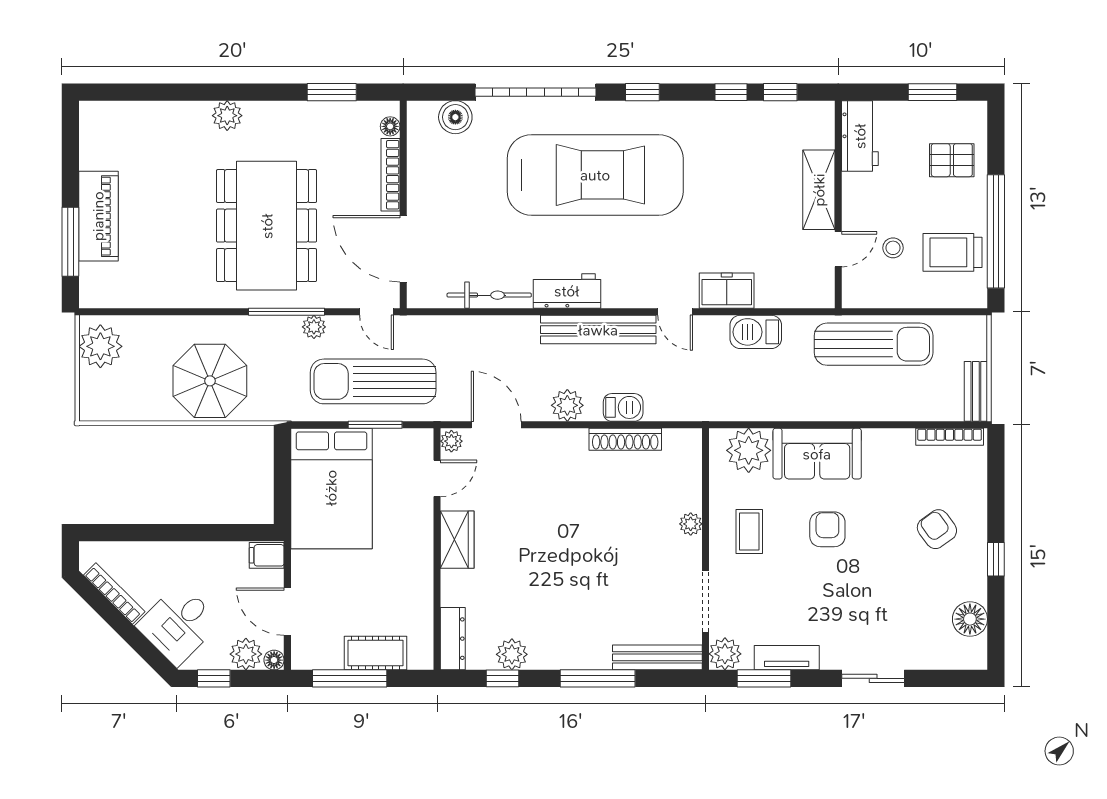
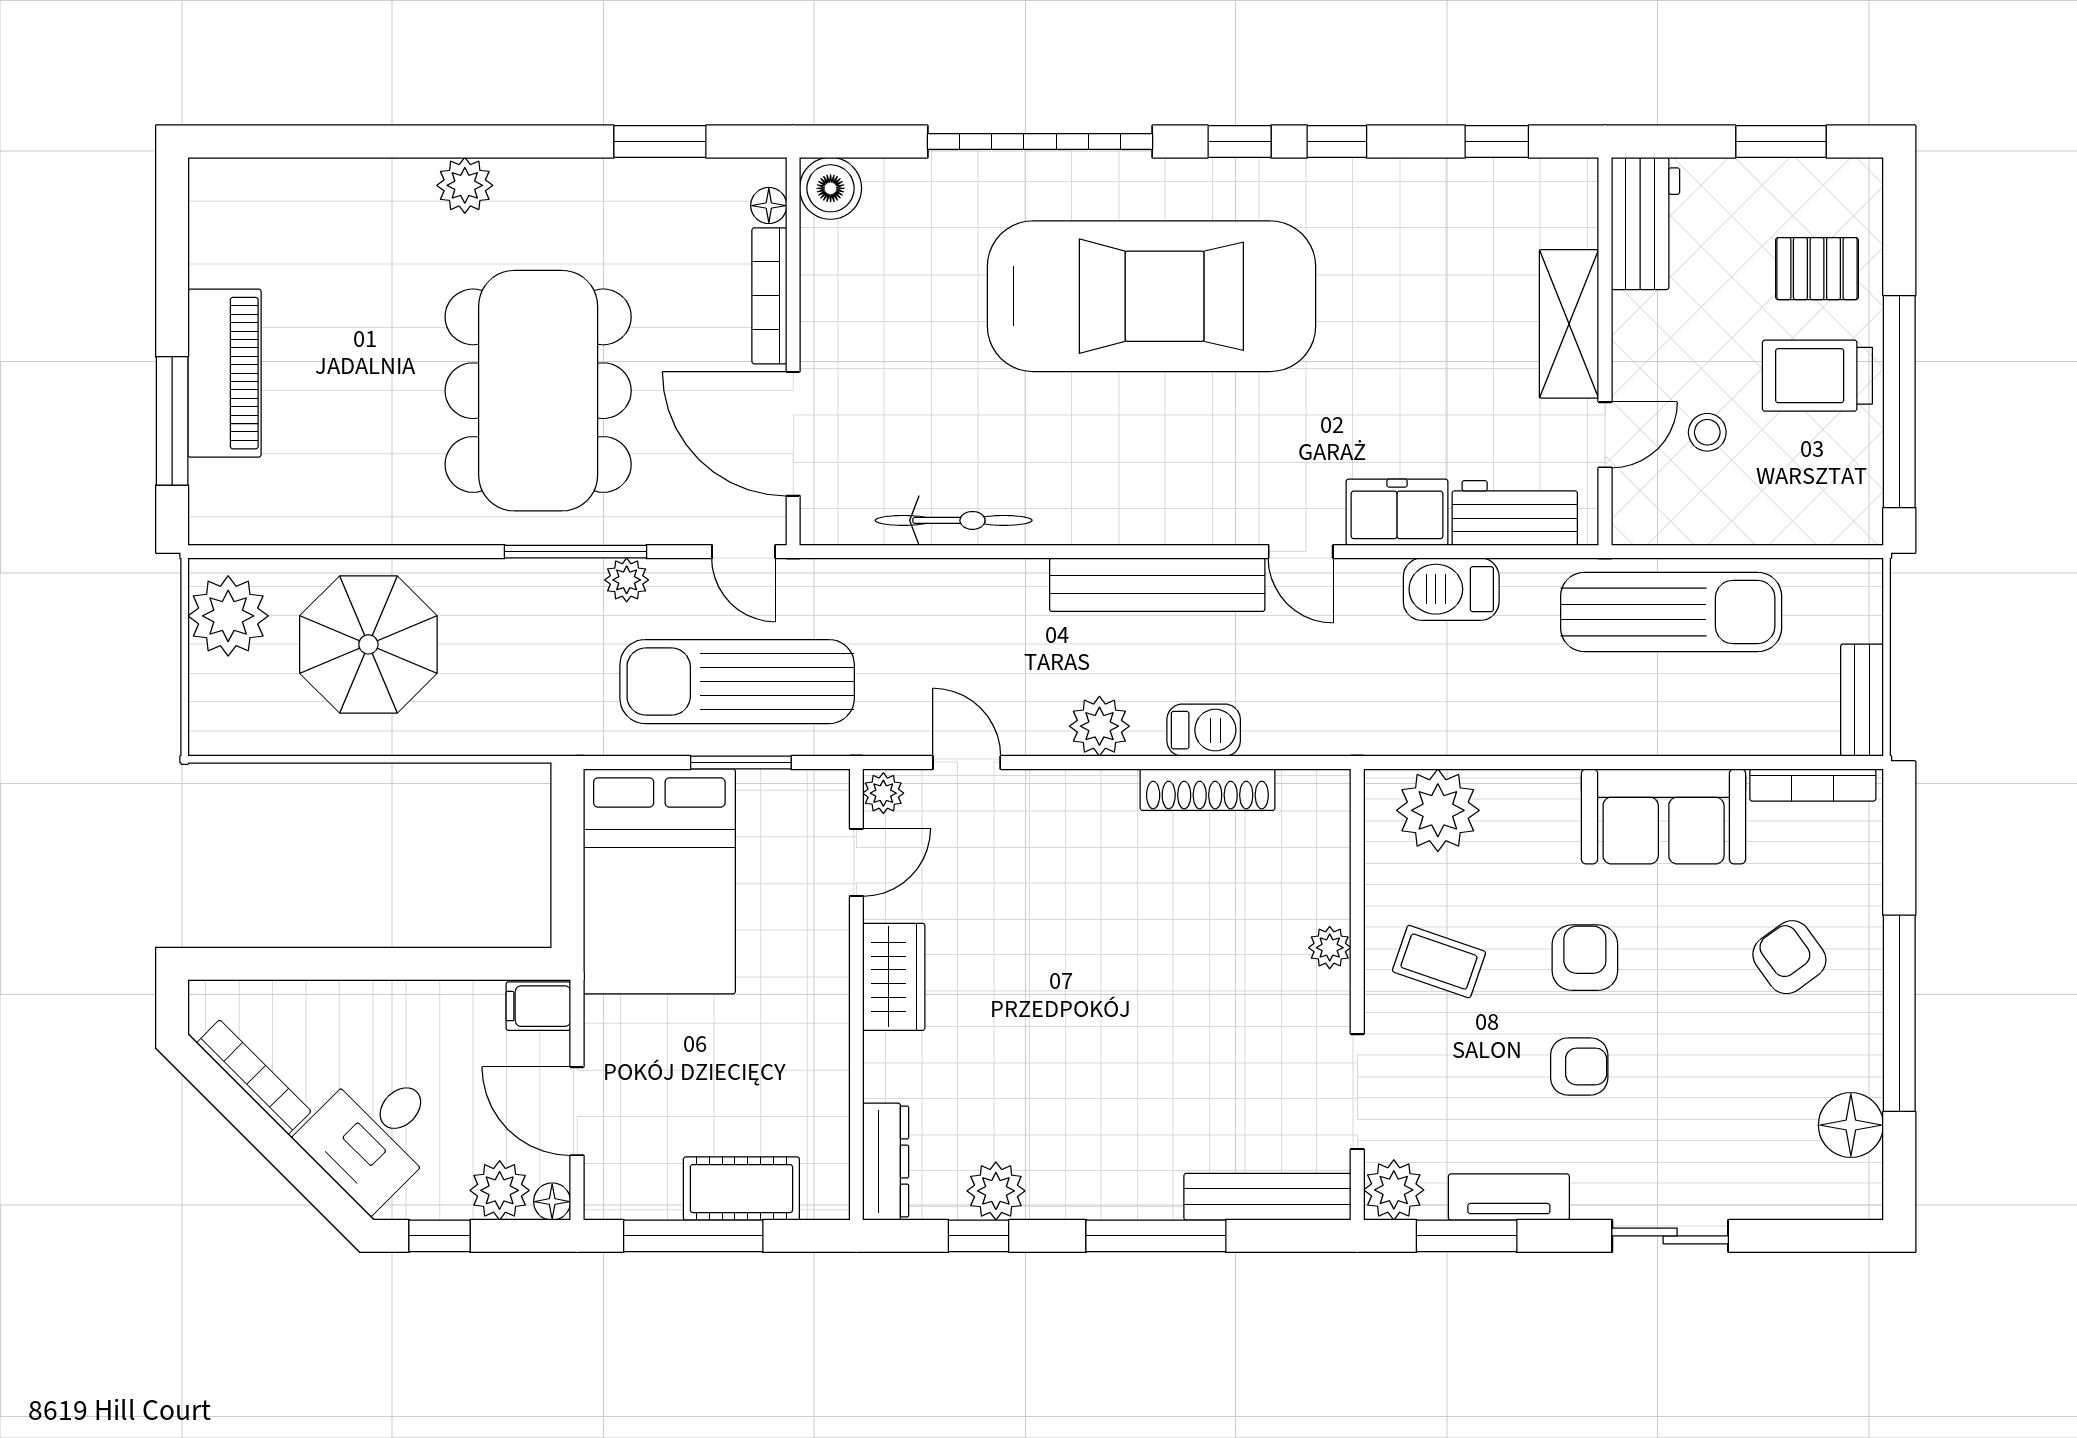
window: (731, 92) -> (1337, 141), moved
boiler: (455, 117) -> (831, 188), moved
trolley: (952, 252) -> (1817, 376), moved
workbench: (567, 291) -> (1515, 513), moved
parasol: (210, 381) -> (368, 644), moved
door: (496, 425) -> (967, 762), width x0.73
sofa: (817, 454) -> (1664, 816), moved
coffee table: (749, 531) -> (1439, 962), turned -71
window: (996, 559) -> (1899, 1013), width x3.17
armchair: (824, 588) -> (1579, 1066), added

